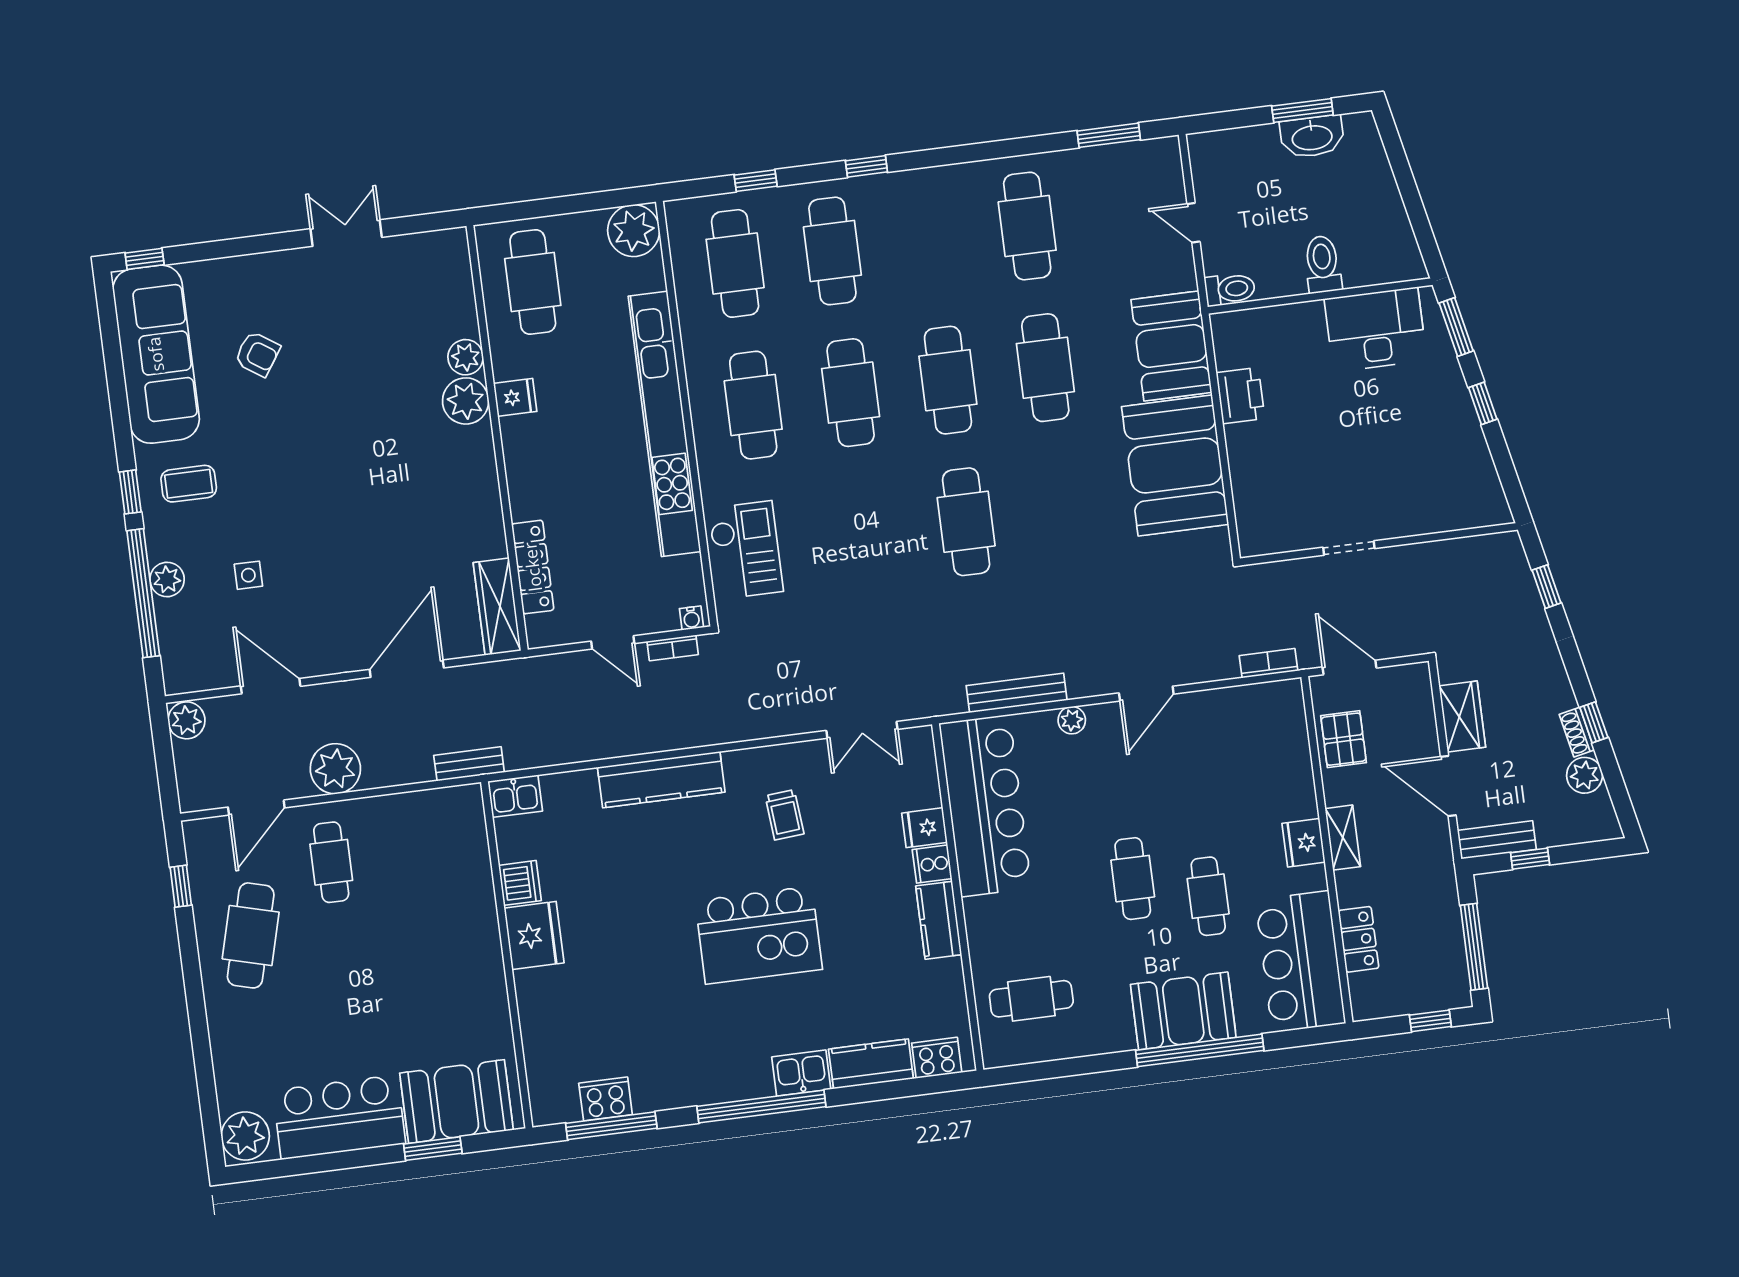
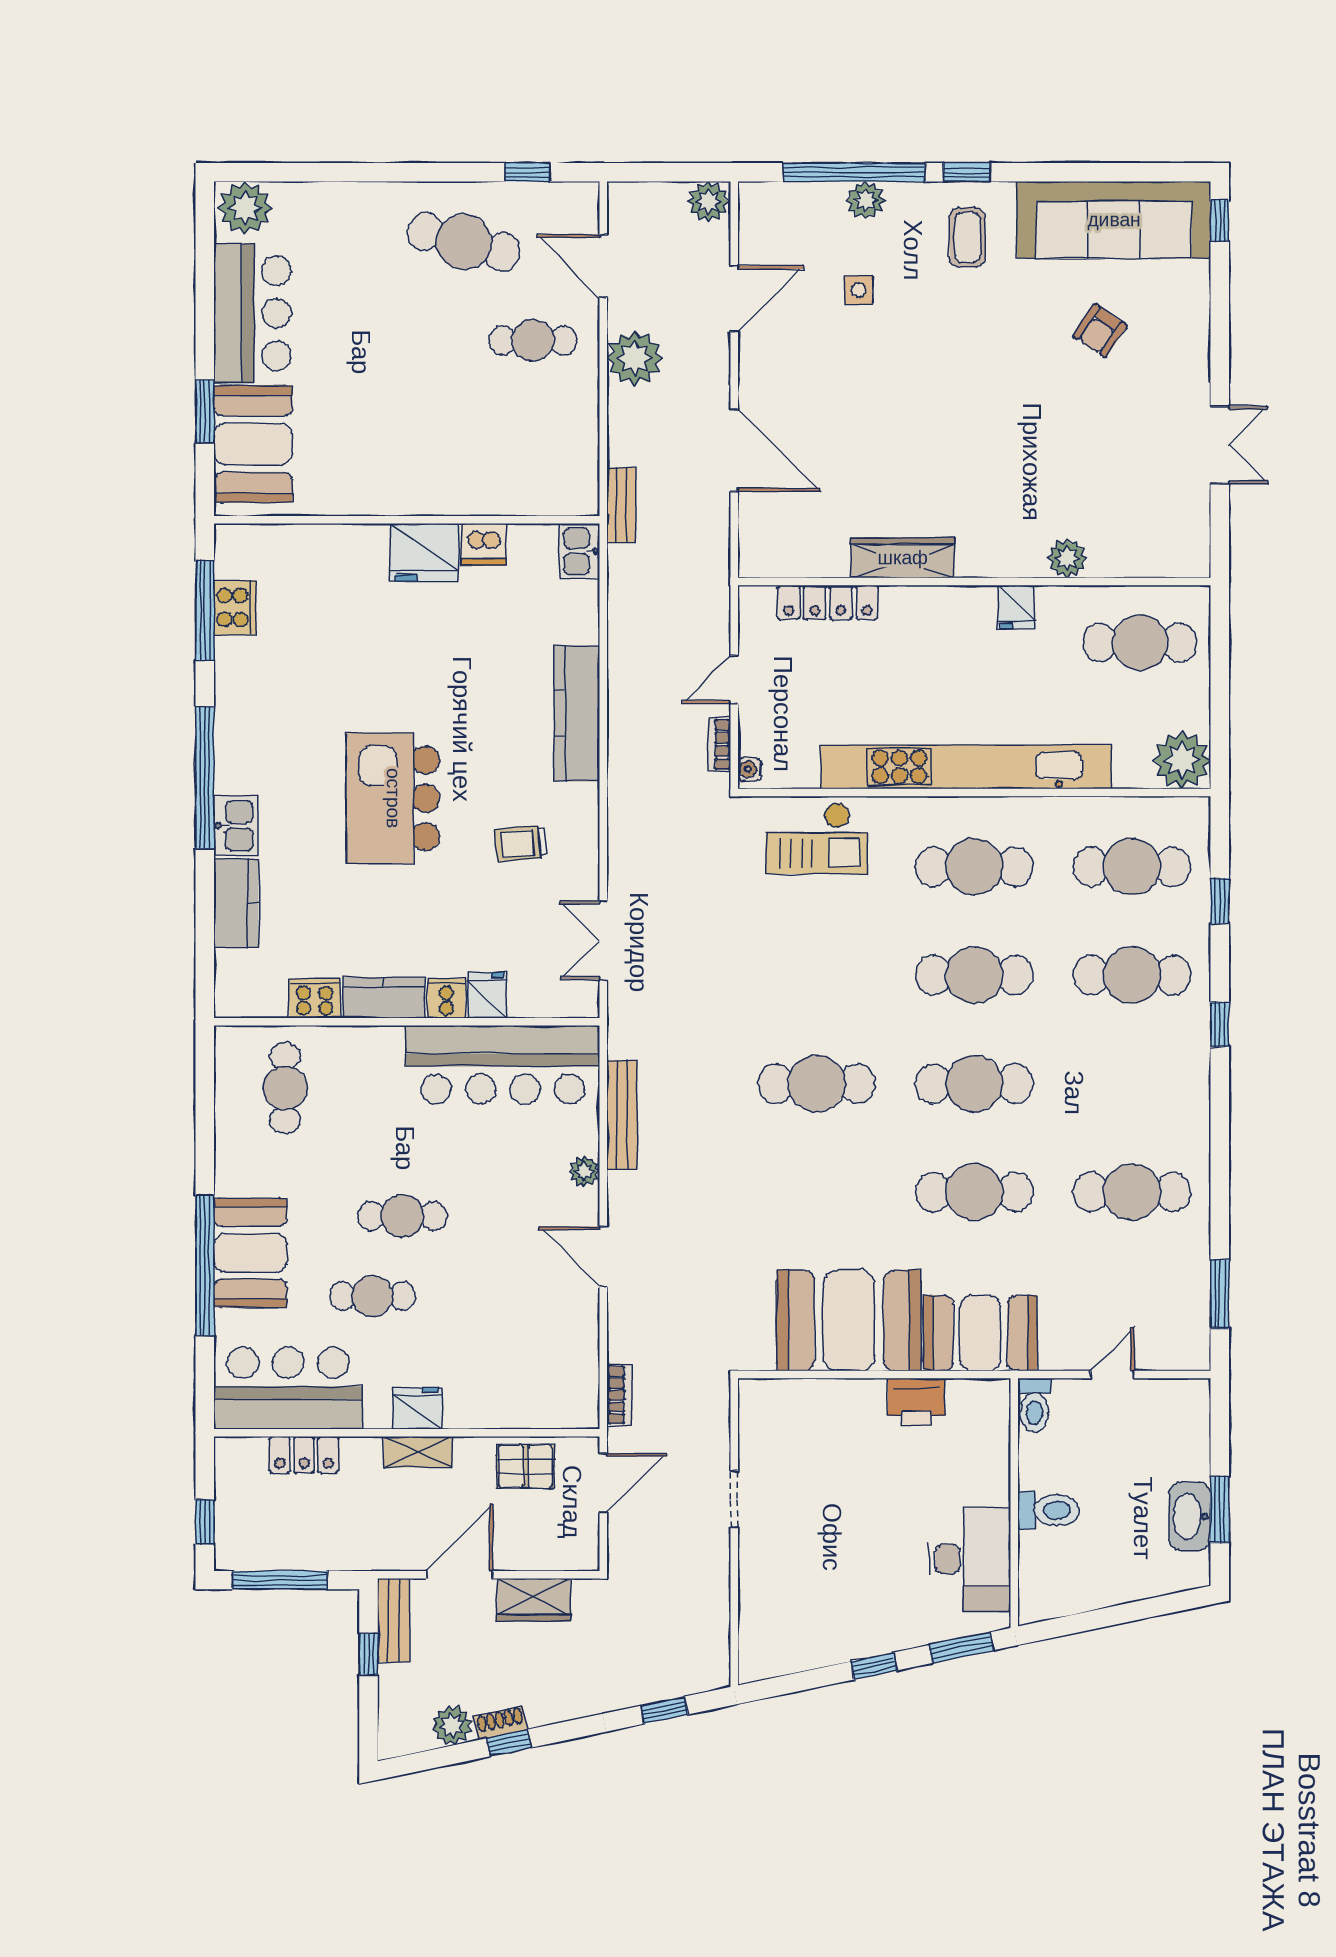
plant: (466, 401) -> (1019, 552), removed
wardrobe: (497, 607) -> (903, 558), moved
cooker: (937, 1058) -> (315, 998), moved, turned -90

